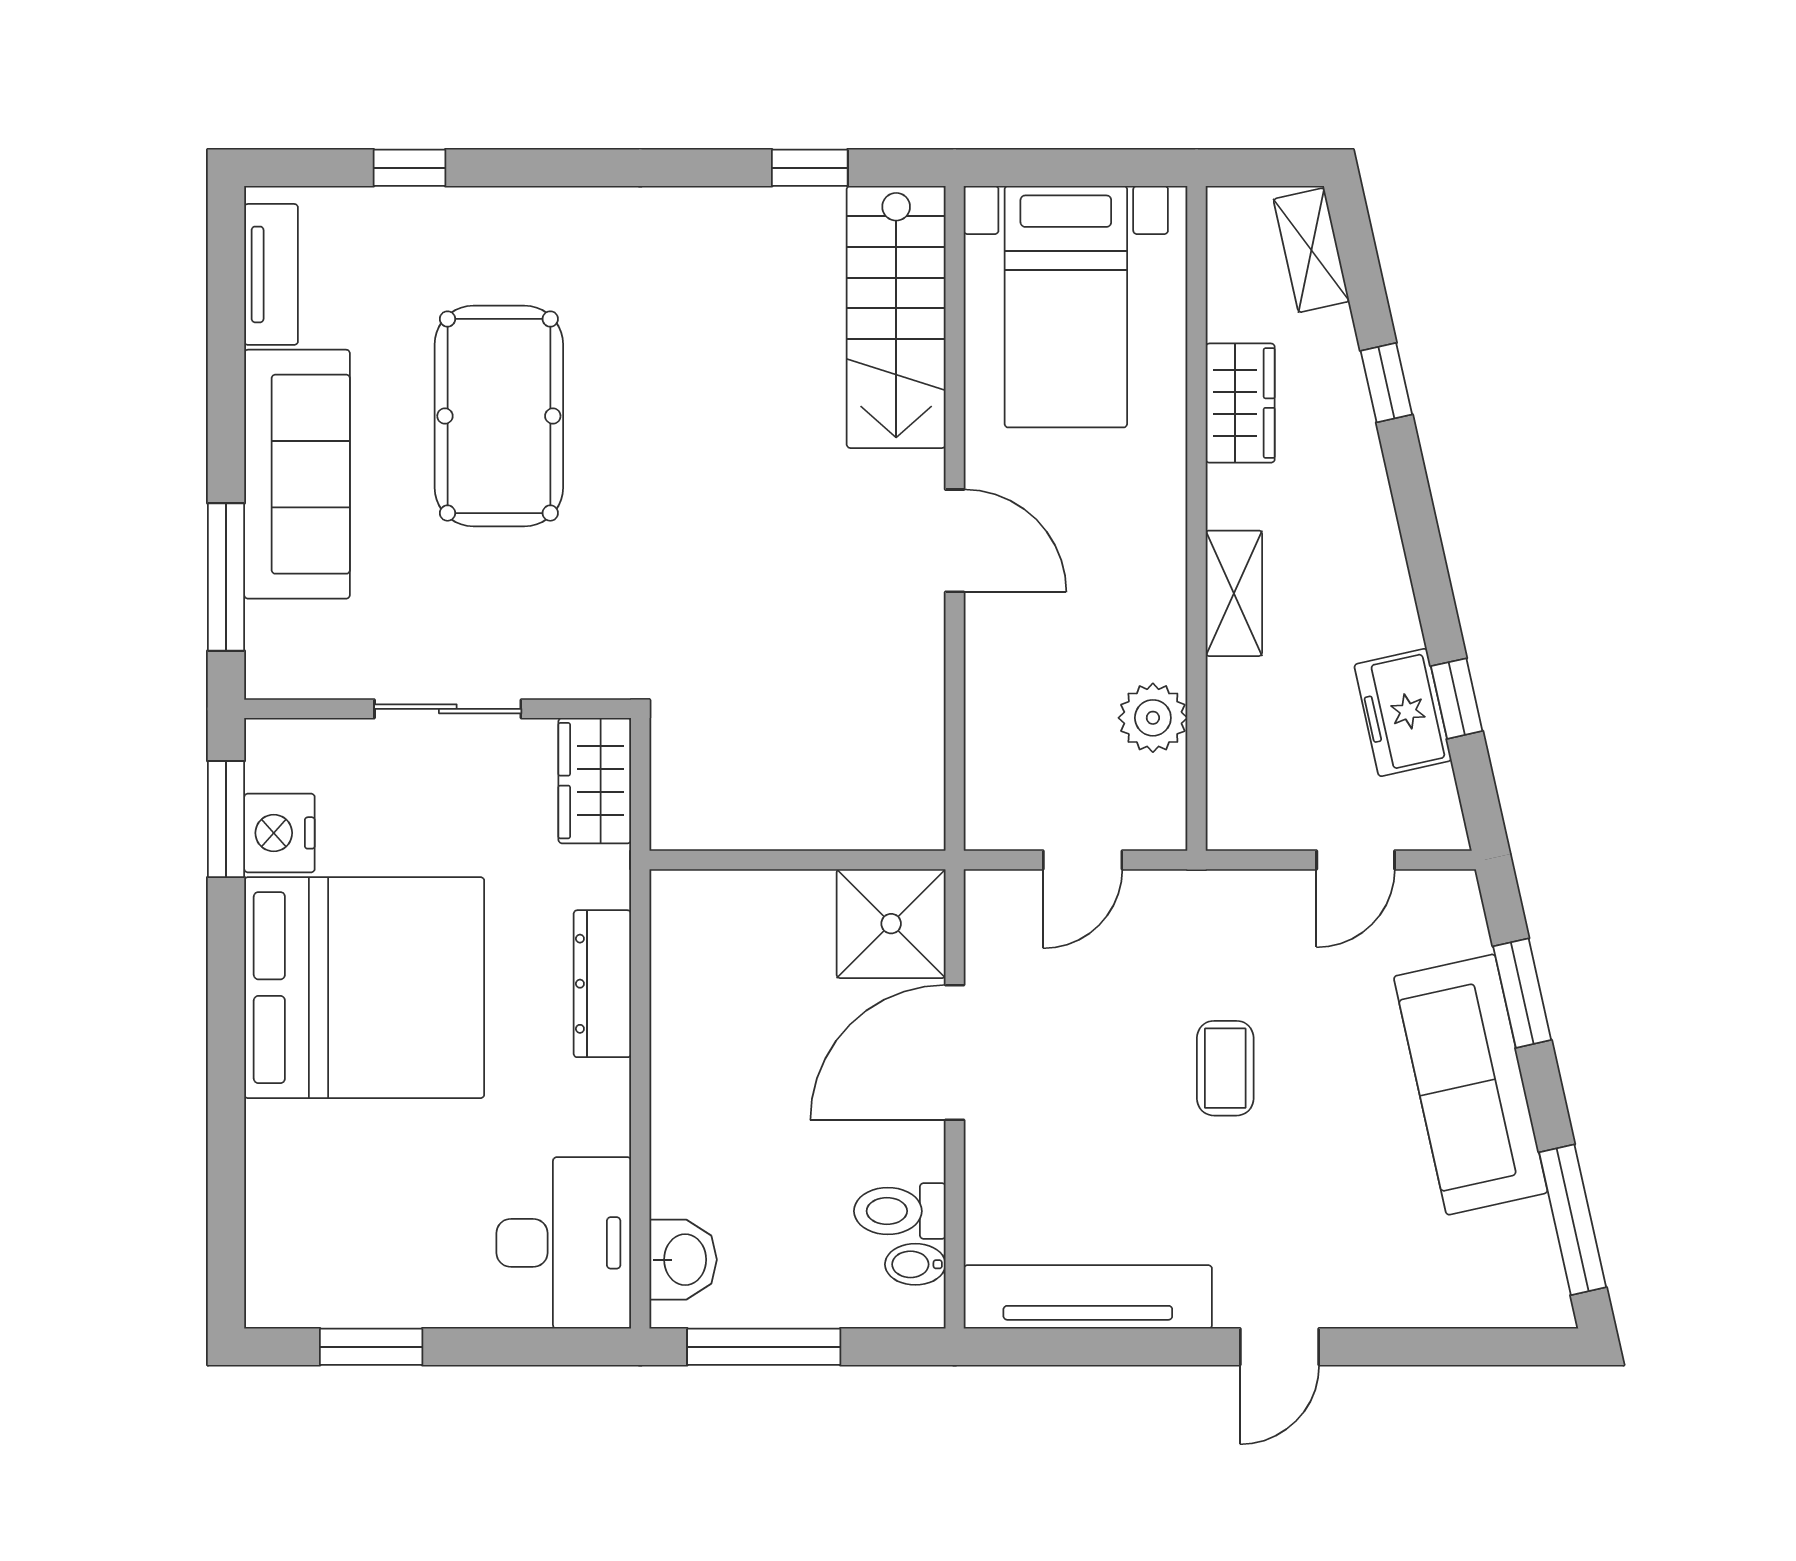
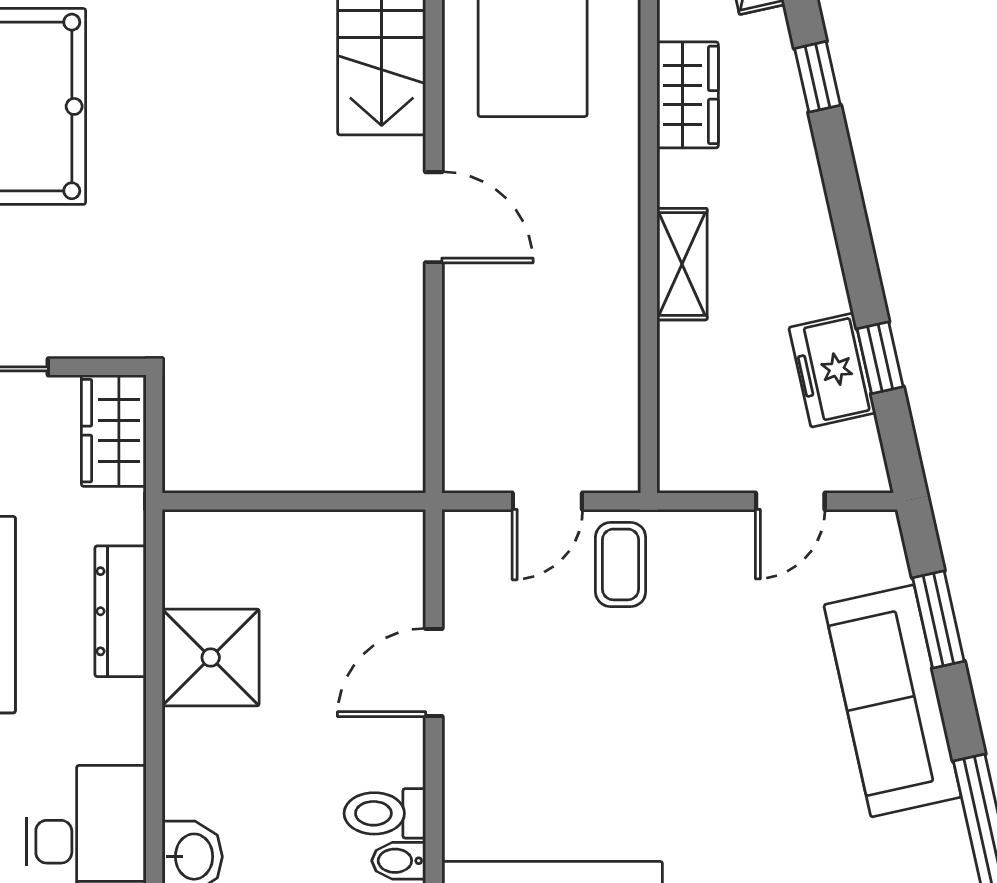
plant: (1153, 718) -> (610, 375), removed
shower: (891, 924) -> (211, 657), moved
door: (955, 1053) -> (434, 672), width x0.73
coffee table: (1225, 1068) -> (621, 564), moved

